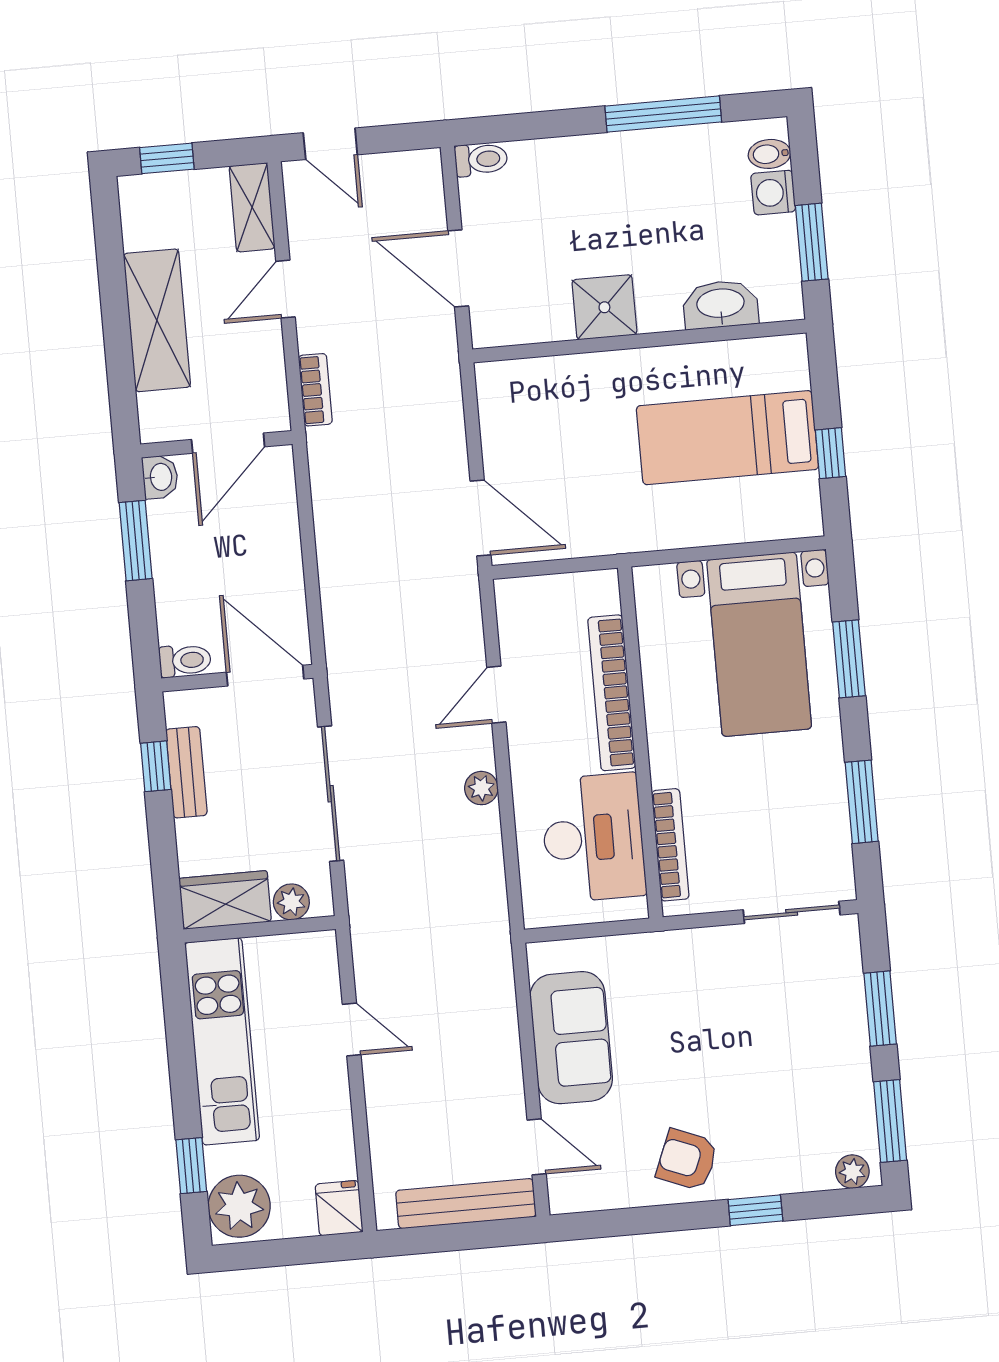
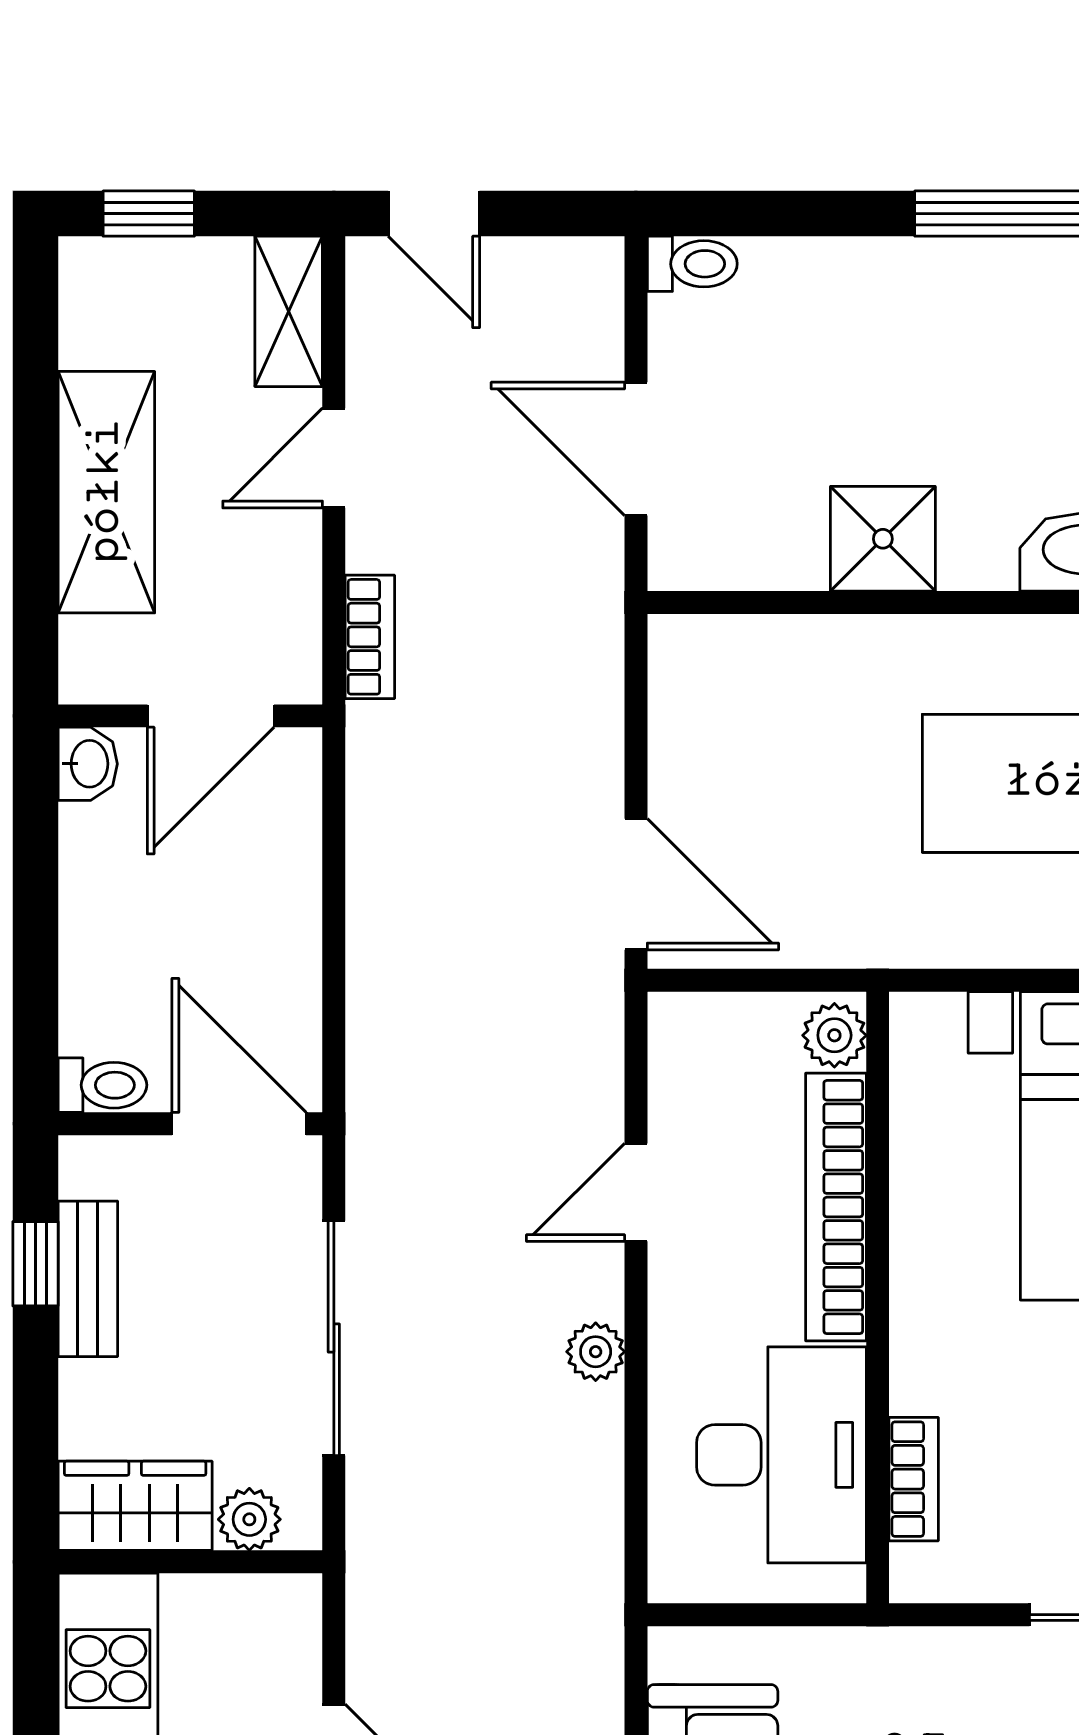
window: (136, 541) -> (35, 870), removed
plant: (602, 594) -> (834, 1035), added
bookcase: (670, 845) -> (914, 1479), width x0.64

